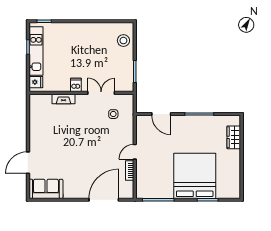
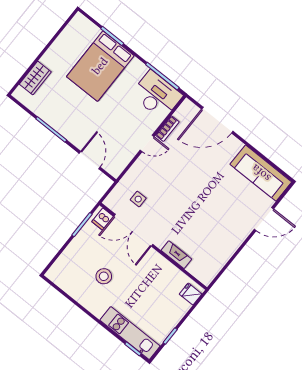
stool: (123, 41) -> (104, 276), moved
kitchen unit: (36, 51) -> (130, 333), moved, turned 90
dishwasher: (76, 85) -> (103, 219), moved
double door: (101, 93) -> (133, 230), width x1.37
bed: (195, 176) -> (100, 66), width x0.73
desk: (152, 186) -> (157, 95), added
sofa: (46, 189) -> (261, 173), width x1.36

